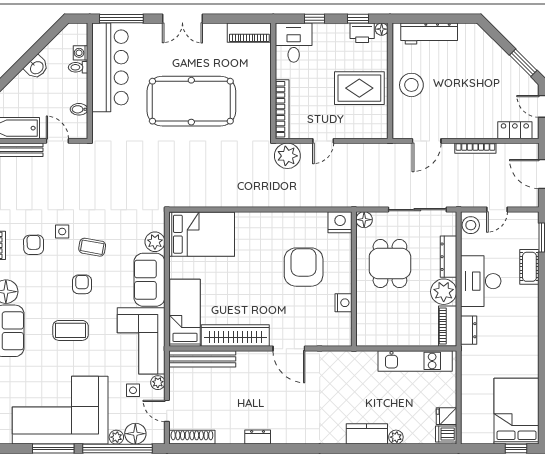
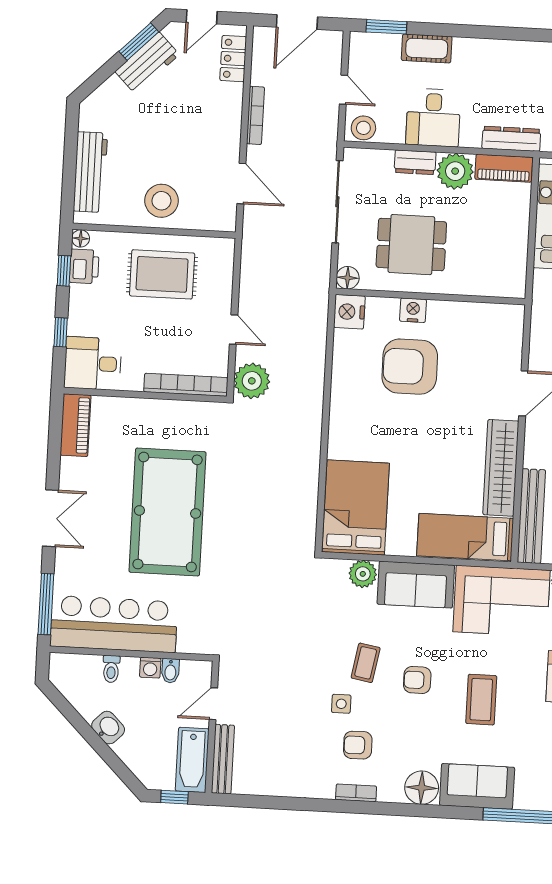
washing machine: (80, 53) -> (150, 668), moved
workbench: (508, 70) -> (147, 63), added
rug: (359, 88) -> (162, 274), turned 90
dresser: (448, 257) -> (415, 162), width x0.70
desk: (481, 281) -> (433, 118), width x0.73
nightstand: (344, 303) -> (413, 310), moved
dresser: (469, 330) -> (511, 139), width x1.44

